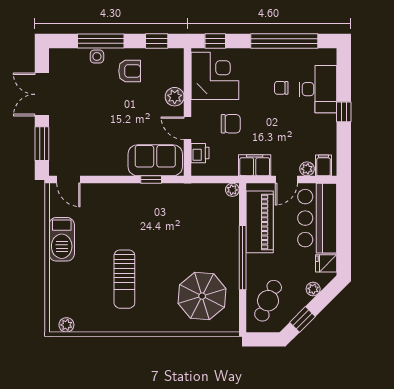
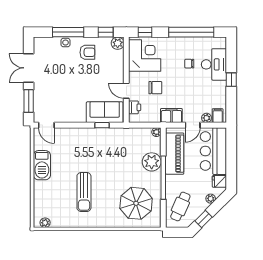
plant: (175, 97) -> (118, 43), moved
plant: (225, 234) -> (152, 162), added

